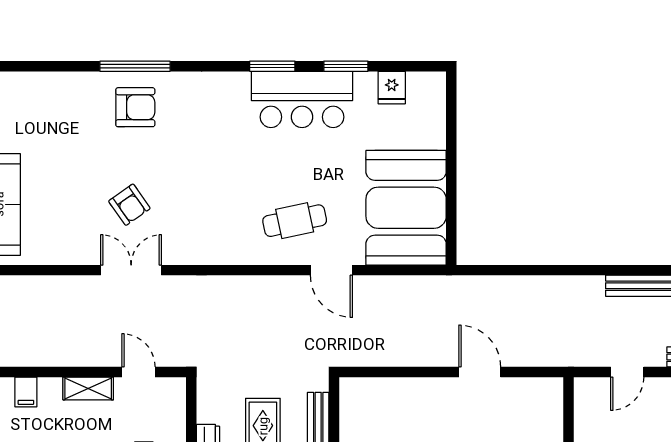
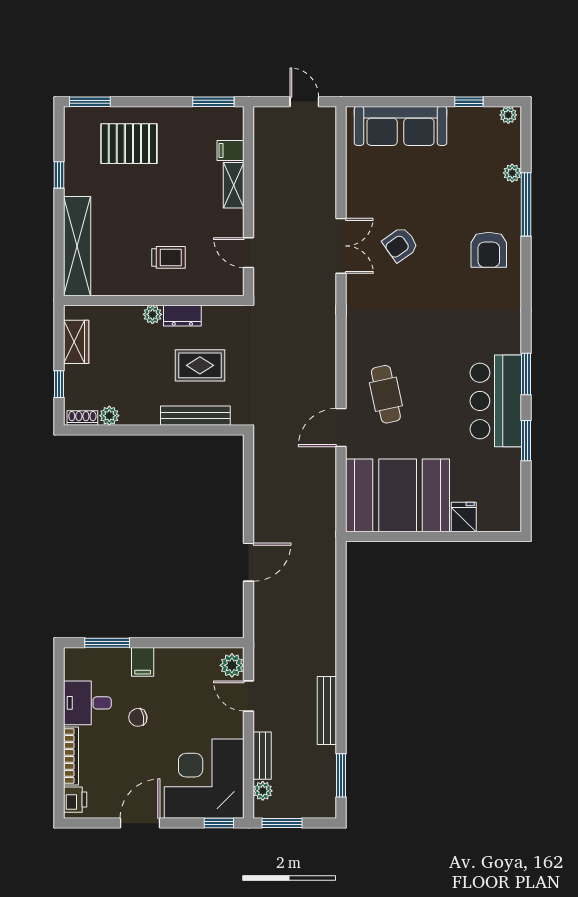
window: (135, 66) -> (526, 204), moved
plant: (51, 81) -> (512, 173), added
fridge: (392, 88) -> (464, 517), moved, turned 90
door: (138, 372) -> (249, 253), swing flipped
shelving: (88, 388) -> (234, 185), moved
plant: (593, 390) -> (232, 665), added

